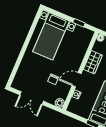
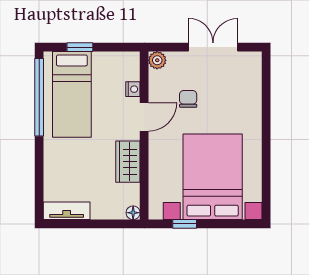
bed with nightstands: (51, 36) -> (213, 177), width x1.36

